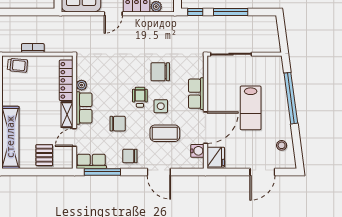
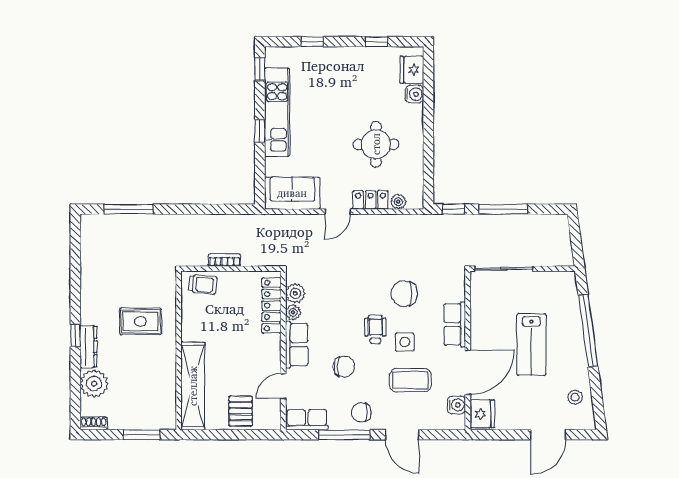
plant: (83, 72) -> (295, 293), added
shelving: (67, 115) -> (273, 354), removed
window: (102, 172) -> (344, 435), moved

